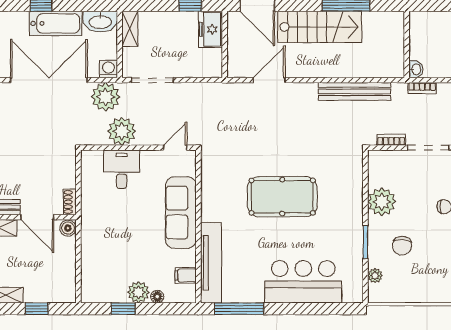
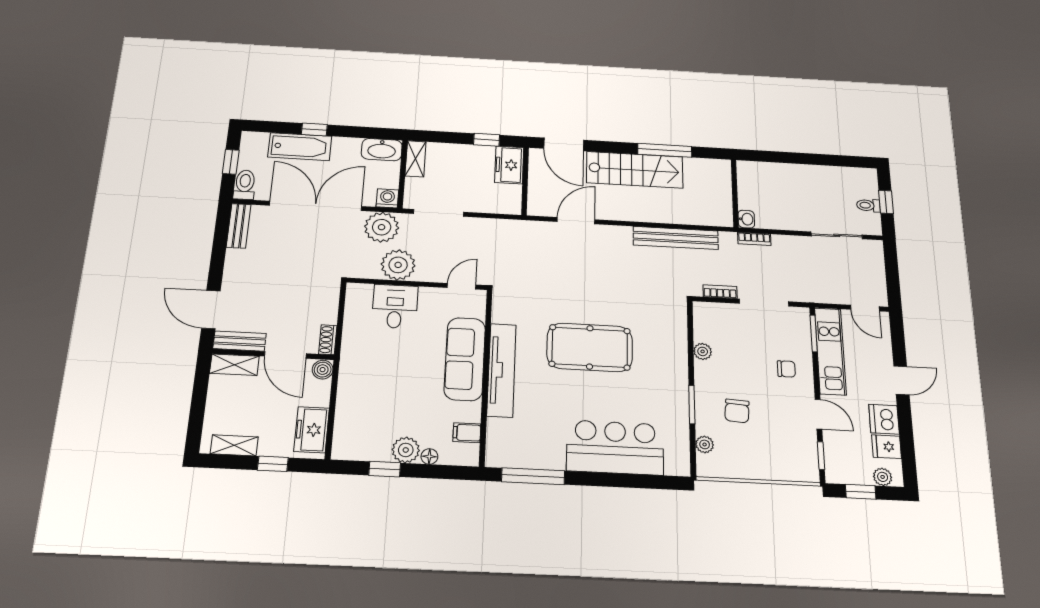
bathtub: (56, 23) -> (300, 147), moved
plant: (382, 202) -> (703, 351), width x0.53, depth x0.53
tv unit: (211, 263) -> (502, 370), moved
freezer: (64, 279) -> (312, 430), added

